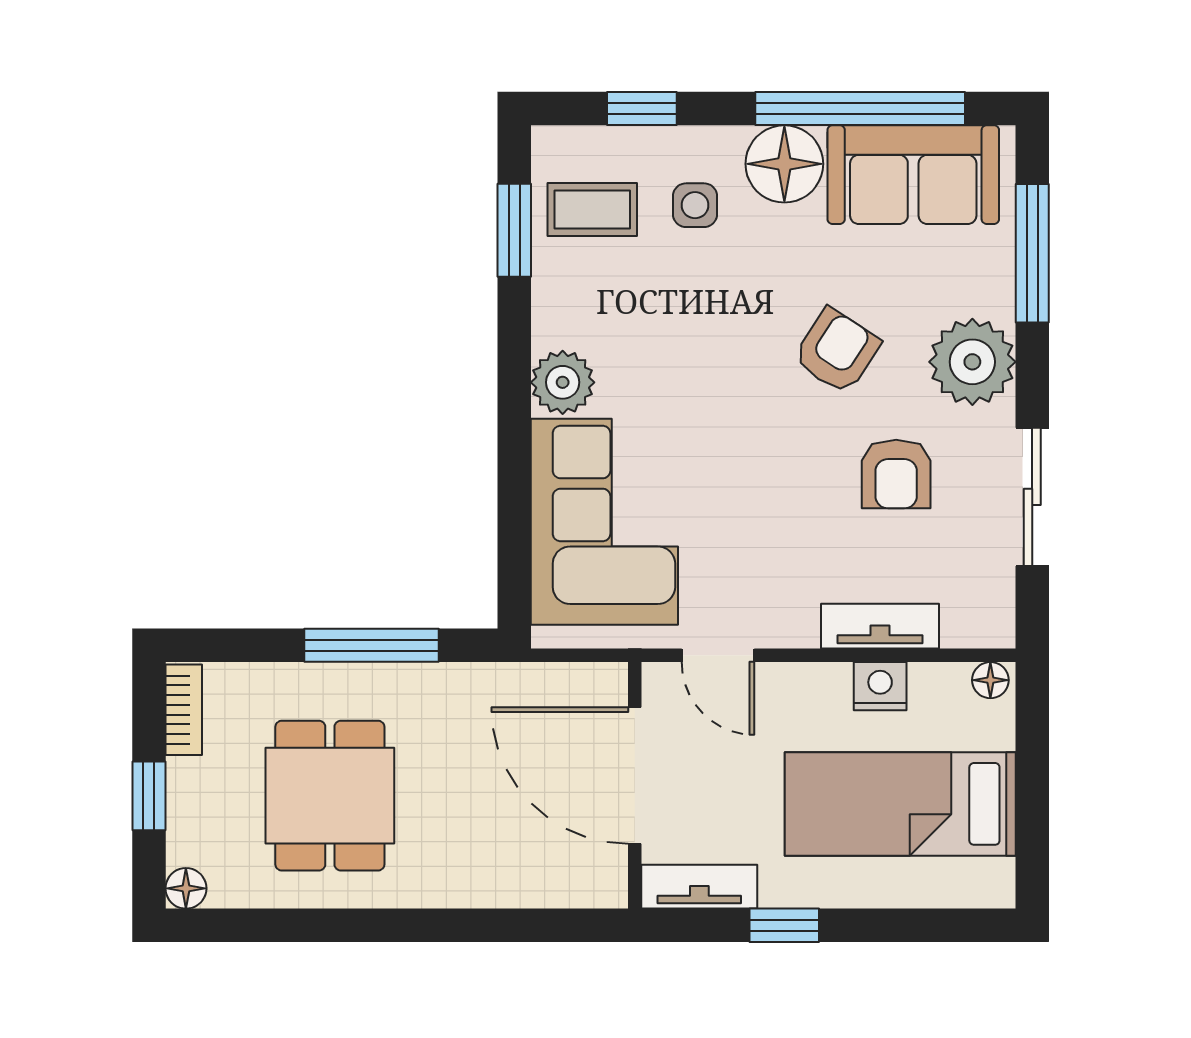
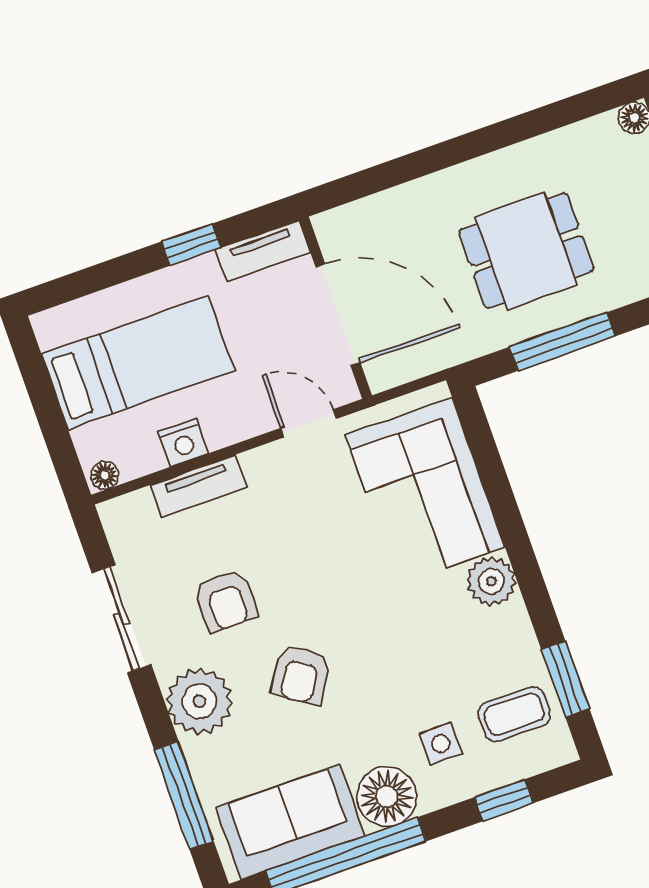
armchair: (896, 474) -> (226, 600), turned 180
dining table: (330, 796) -> (526, 251), moved, turned 90

